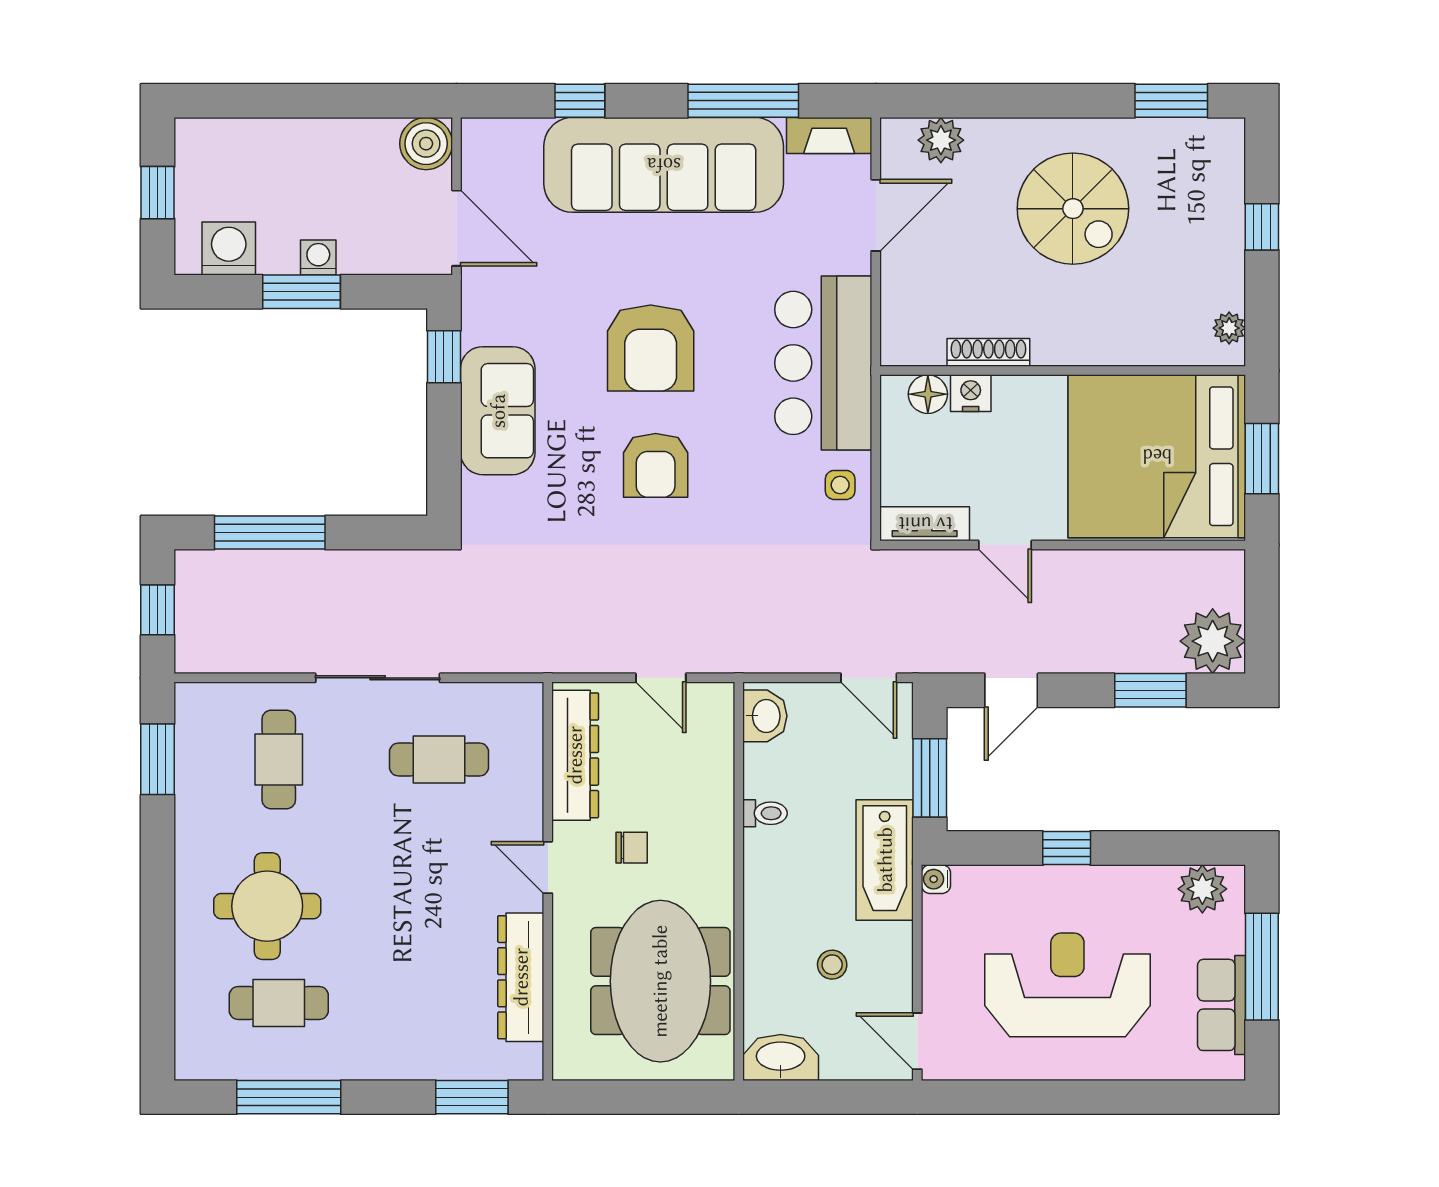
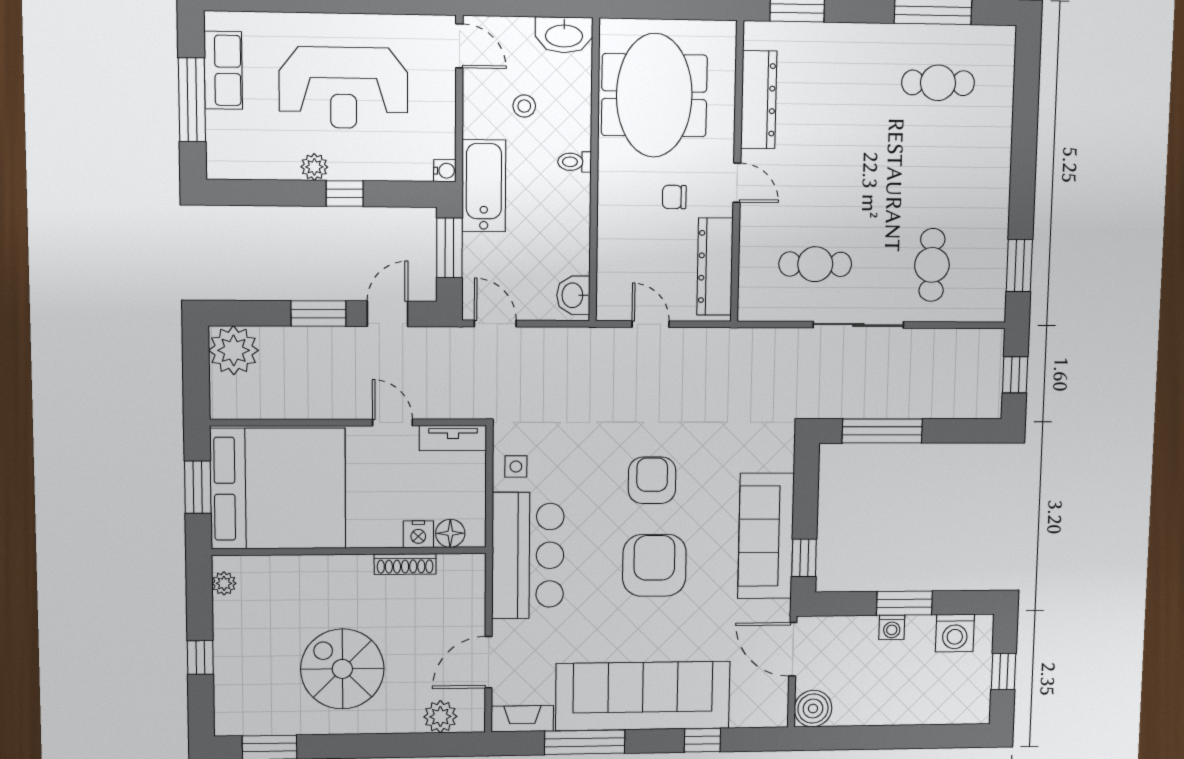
sofa: (498, 411) -> (766, 536), width x1.36
window: (270, 533) -> (882, 431), moved
window: (1150, 690) -> (318, 313), moved
toilet: (765, 813) -> (575, 162), moved
plant: (1202, 889) -> (314, 167), moved, width x0.73, depth x0.73
round table: (267, 906) -> (944, 156), removed

